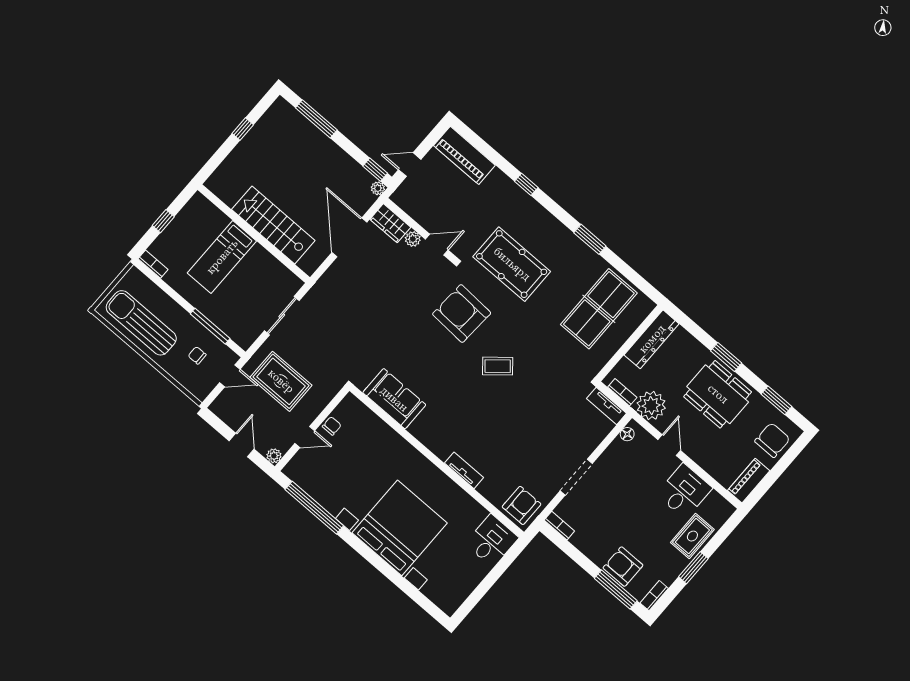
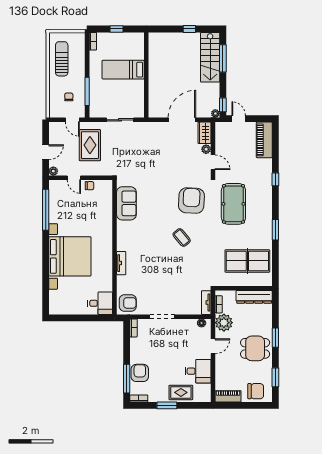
stairs: (273, 225) -> (210, 57), moved, turned 180
sun lounger: (141, 323) -> (62, 59), width x0.73, depth x0.75
dining table: (718, 394) -> (255, 348), width x0.73

